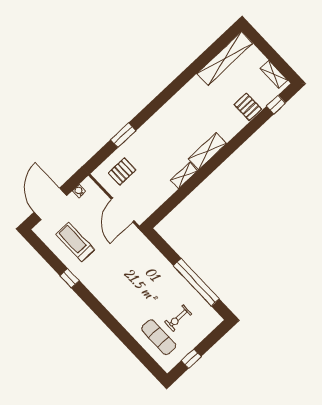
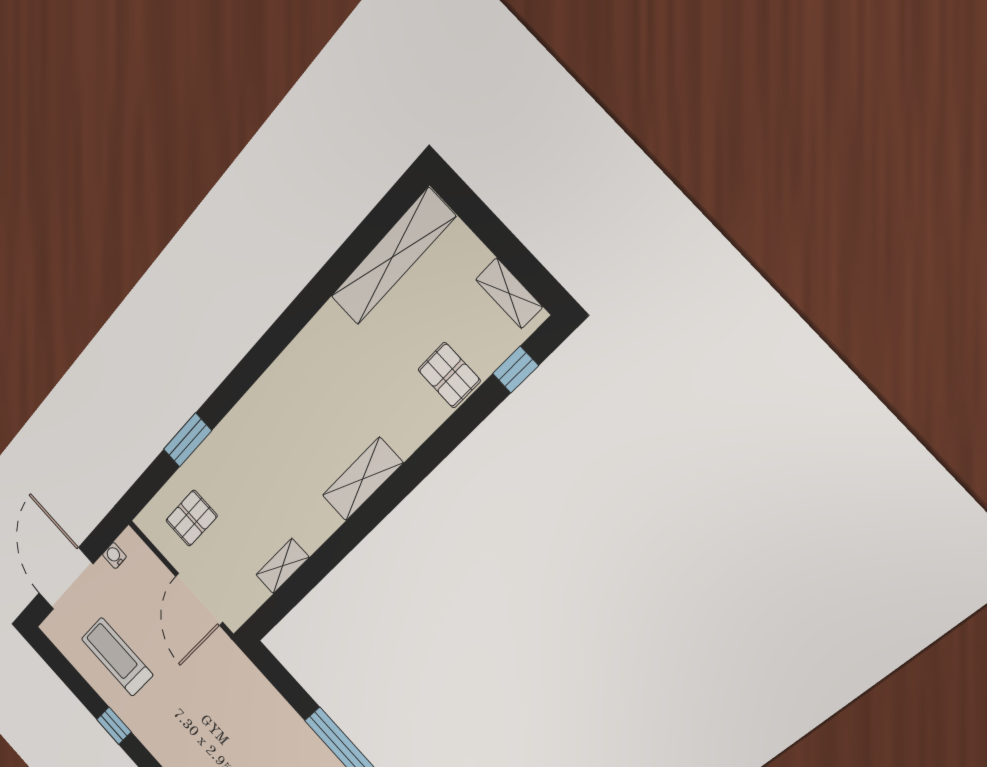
shelving: (184, 176) -> (282, 566), moved

